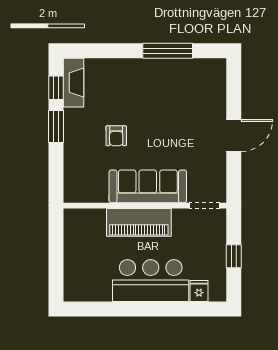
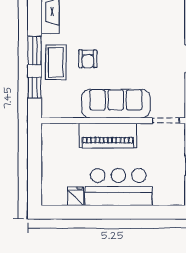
window: (56, 88) -> (35, 87), moved
coffee table: (80, 140) -> (56, 62), added
fridge: (199, 291) -> (76, 196), moved

